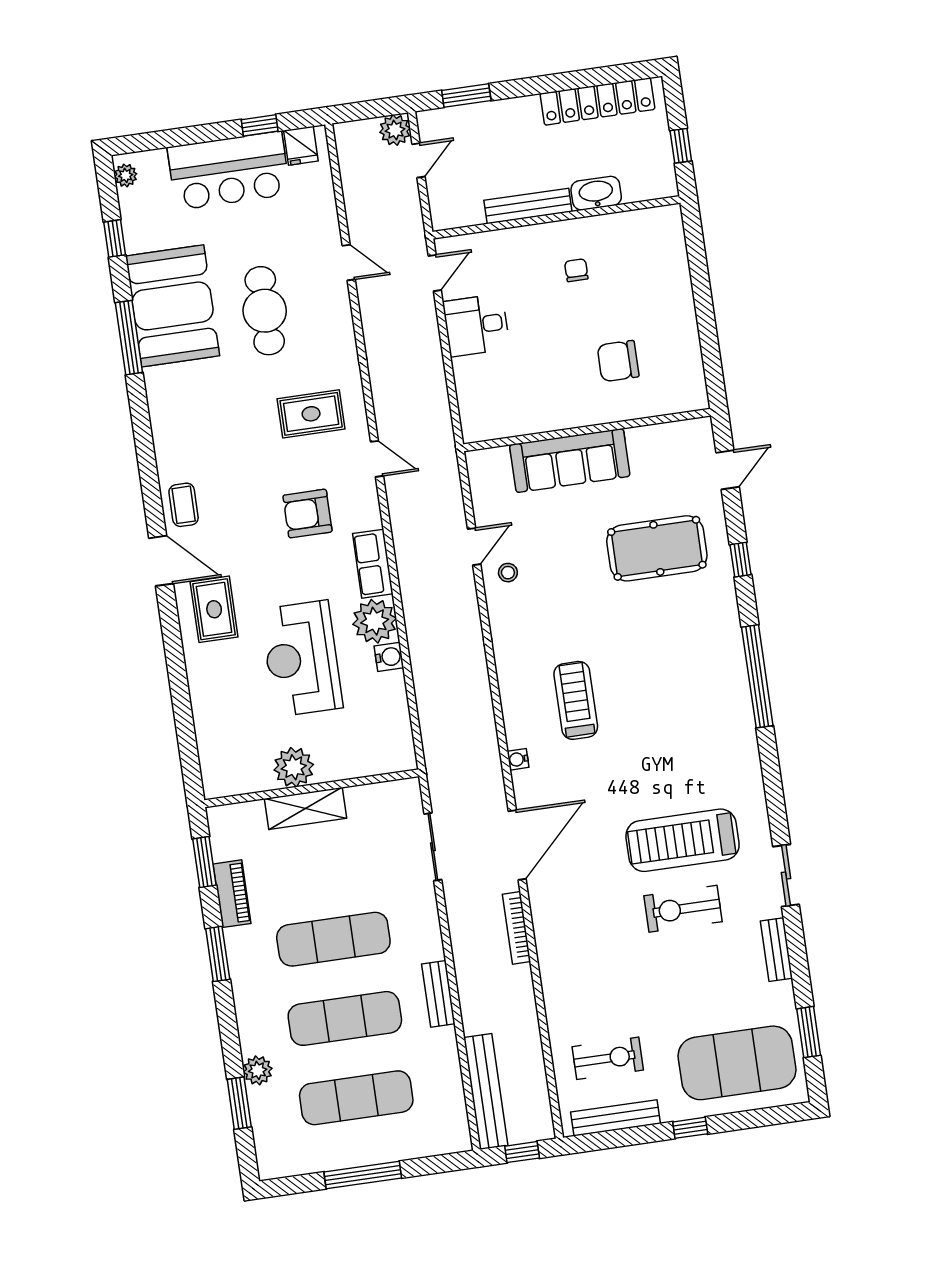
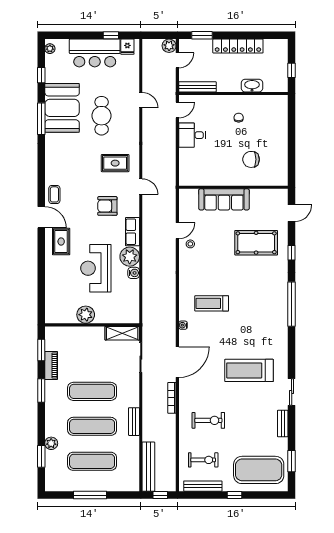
locker: (598, 101) -> (238, 46), moved
bench: (528, 206) -> (197, 87), moved
treadmill: (576, 700) -> (212, 303), turned -90
shelving: (306, 808) -> (122, 333), moved
exercise bike: (683, 909) -> (208, 420), moved, turned 180

